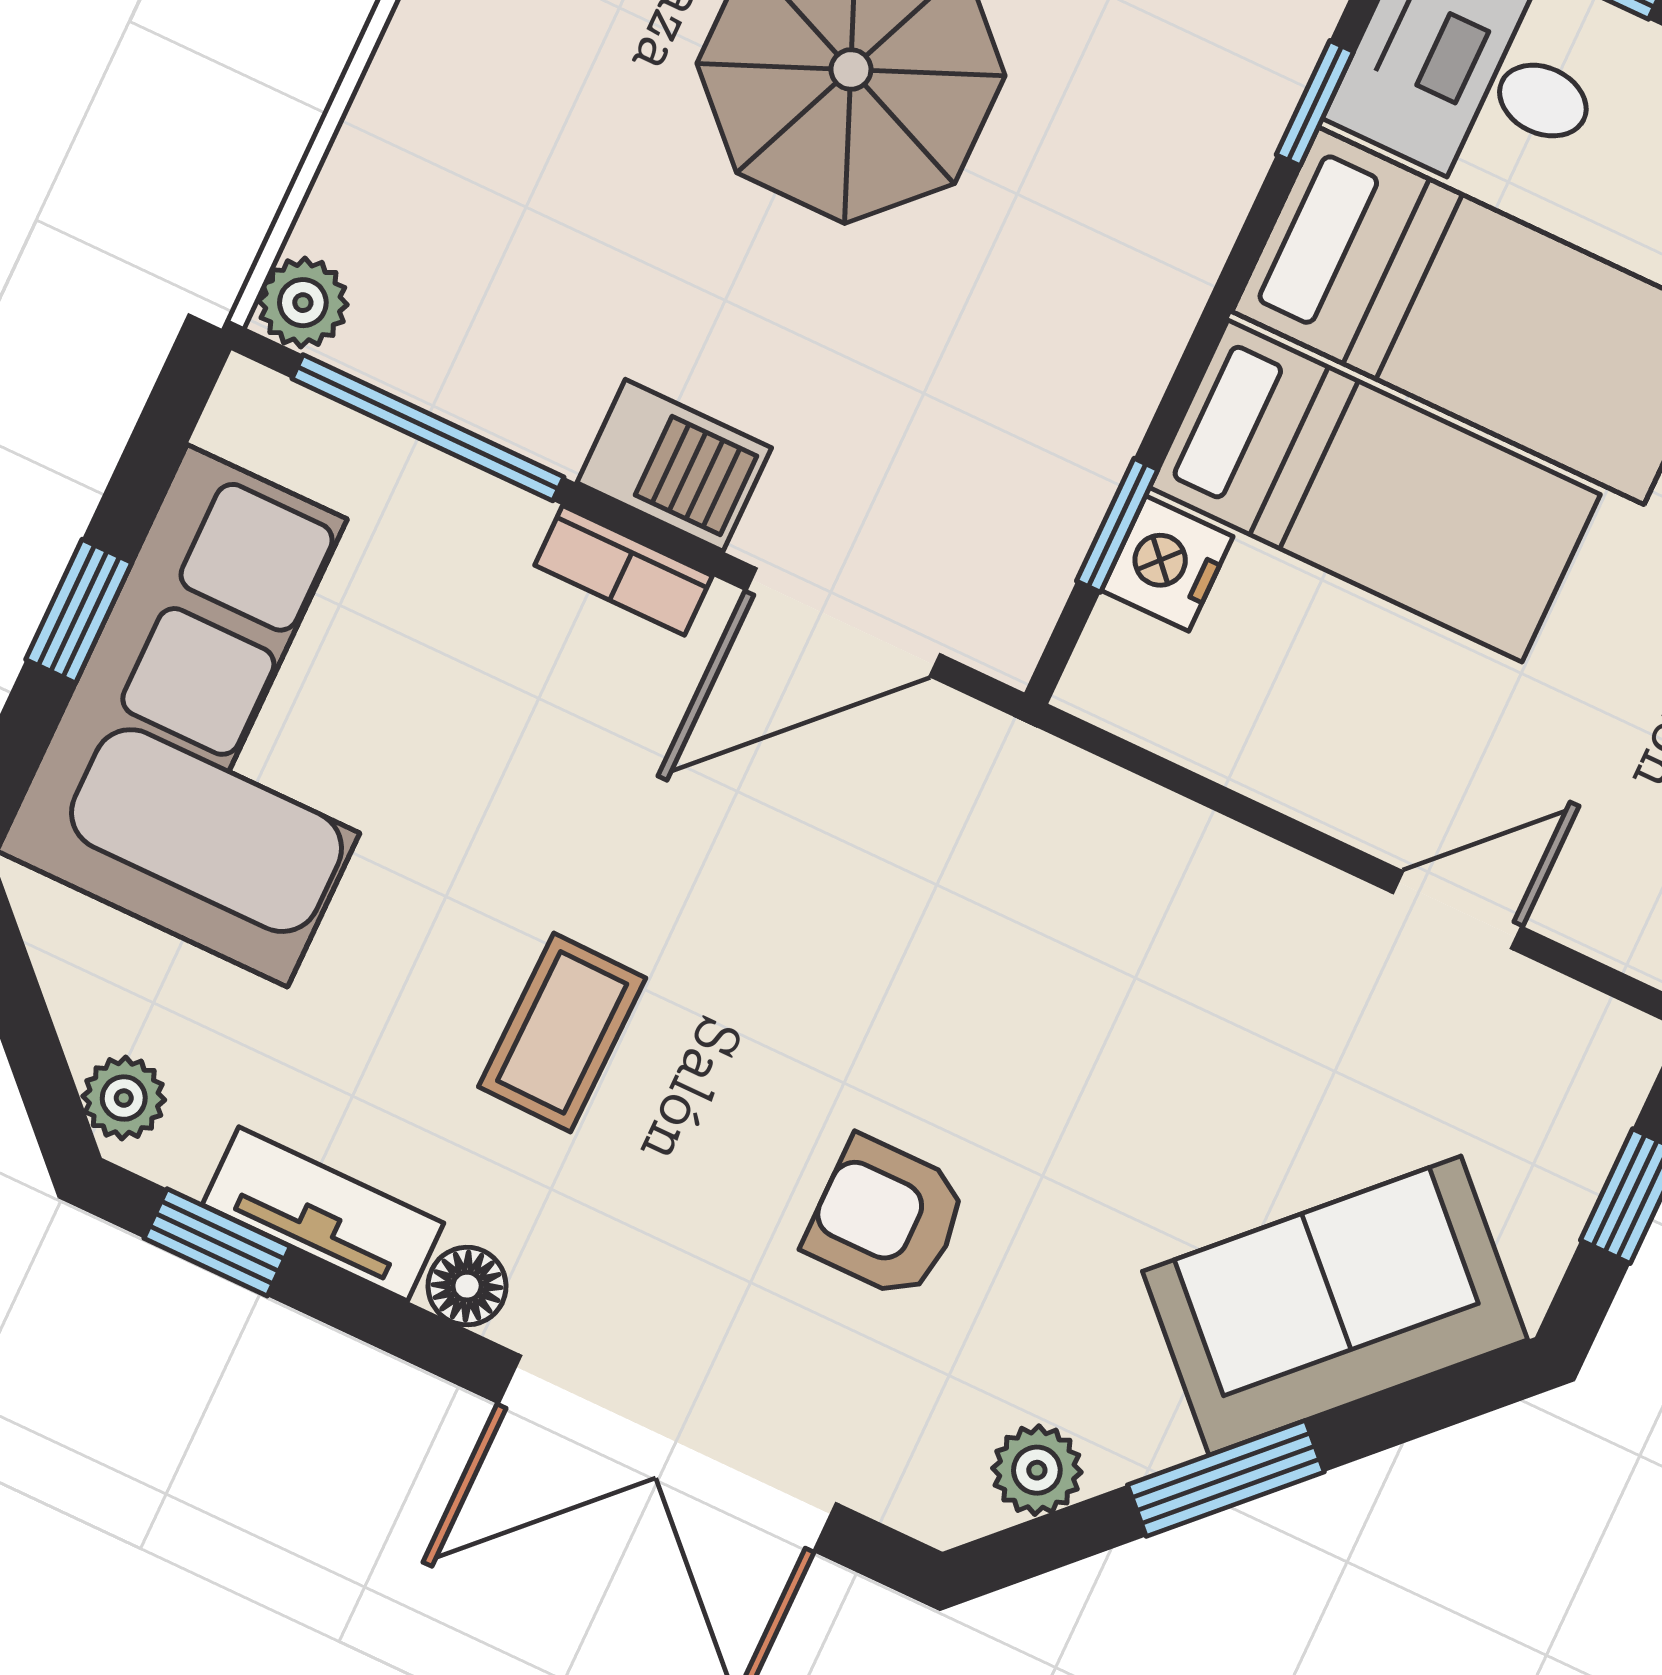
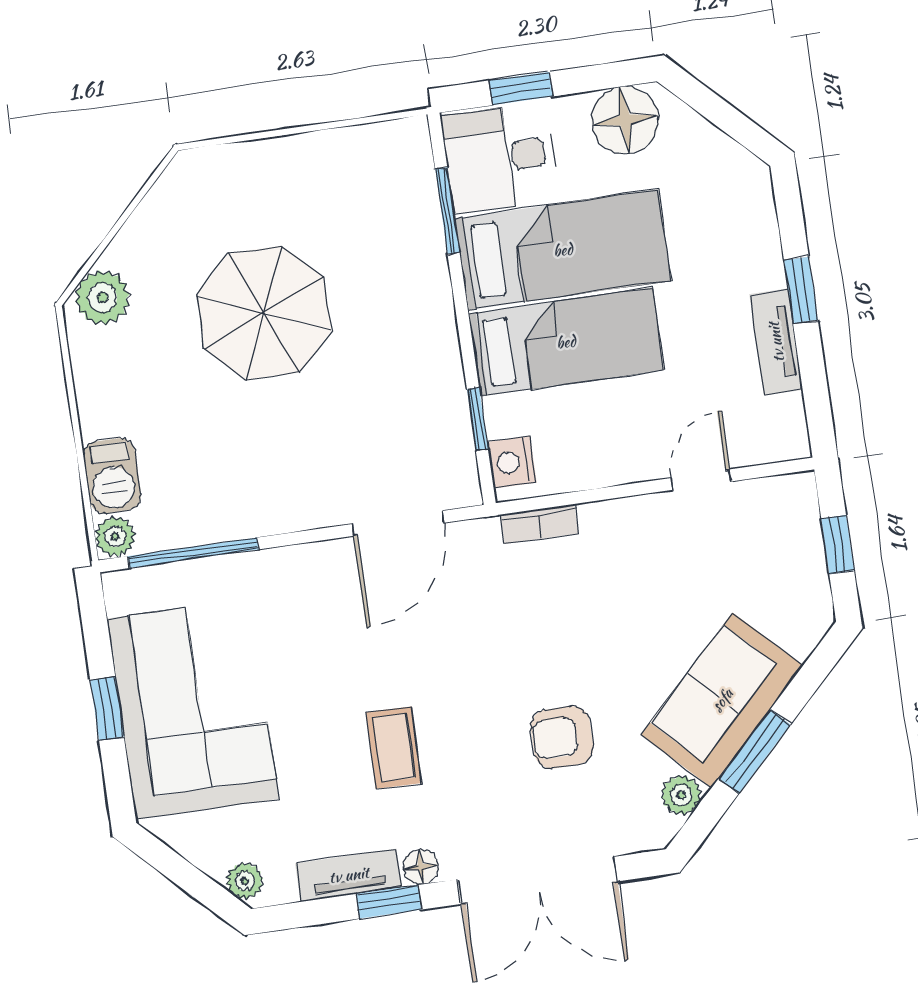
window: (1315, 103) -> (447, 211), width x1.50
barbecue: (674, 465) -> (112, 476), moved, turned 90
nightstand: (1167, 563) -> (512, 462), moved
bookcase: (623, 570) -> (539, 524), moved
window: (217, 1242) -> (389, 902), moved
sofa: (1335, 1306) -> (722, 700), moved

